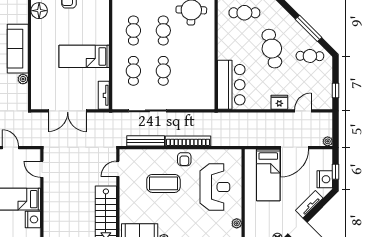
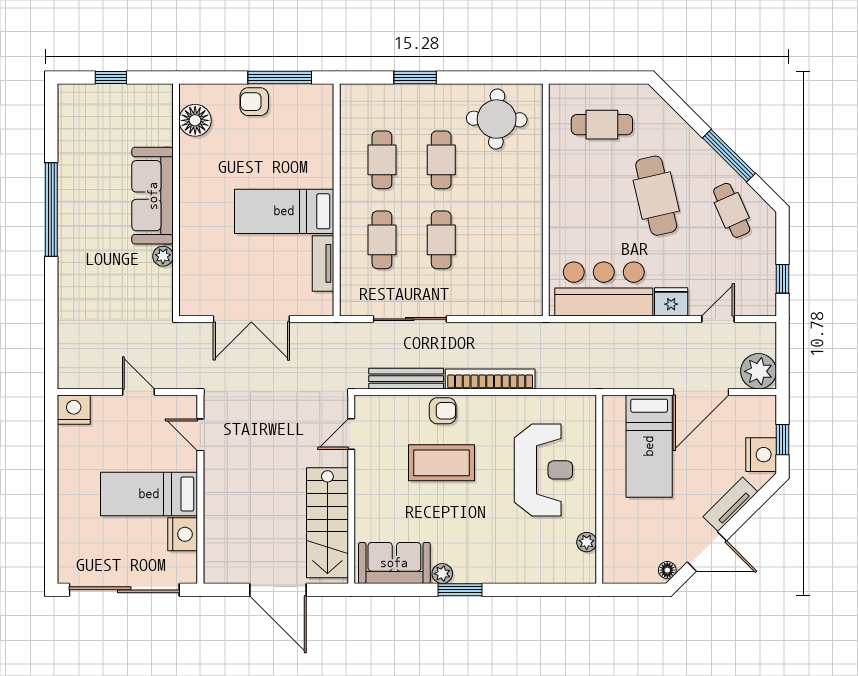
cafe table: (310, 56) -> (732, 210), turned 65
bar counter: (231, 85) -> (604, 289), moved, turned -90
tv unit: (104, 95) -> (323, 263), moved
plant: (328, 141) -> (759, 371), width x1.88, depth x1.88
armchair: (184, 159) -> (443, 411), moved, turned -90

